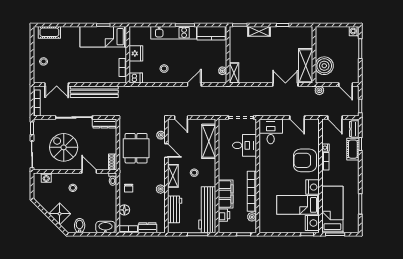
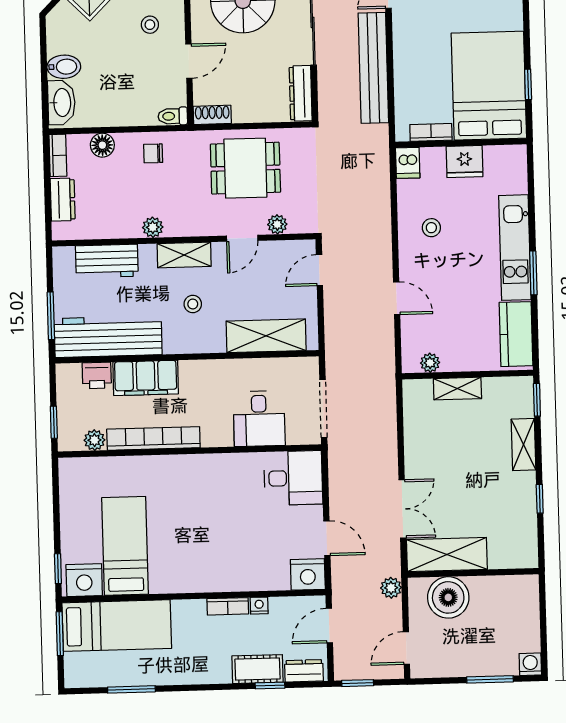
bed: (103, 37) -> (489, 86), width x1.50
shelving: (234, 73) -> (457, 389), moved
door: (297, 117) -> (327, 538), swing flipped
armchair: (305, 160) -> (228, 559), removed
nightstand: (313, 187) -> (308, 574), moved
bidet: (80, 226) -> (64, 67), moved

